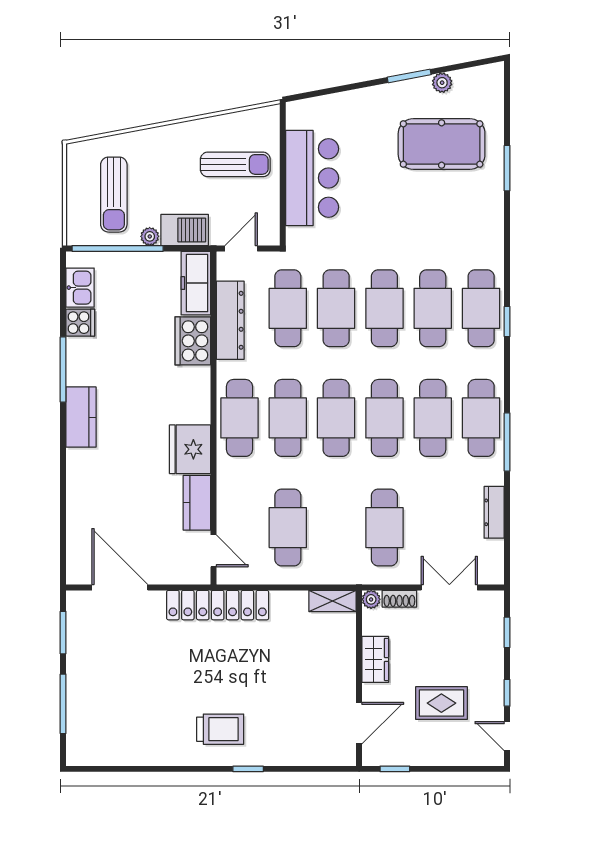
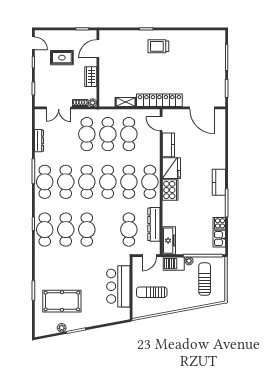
cafe table: (336, 308) -> (108, 134), moved
cooker: (193, 341) -> (170, 190), moved
shelving: (333, 601) -> (126, 102), moved

